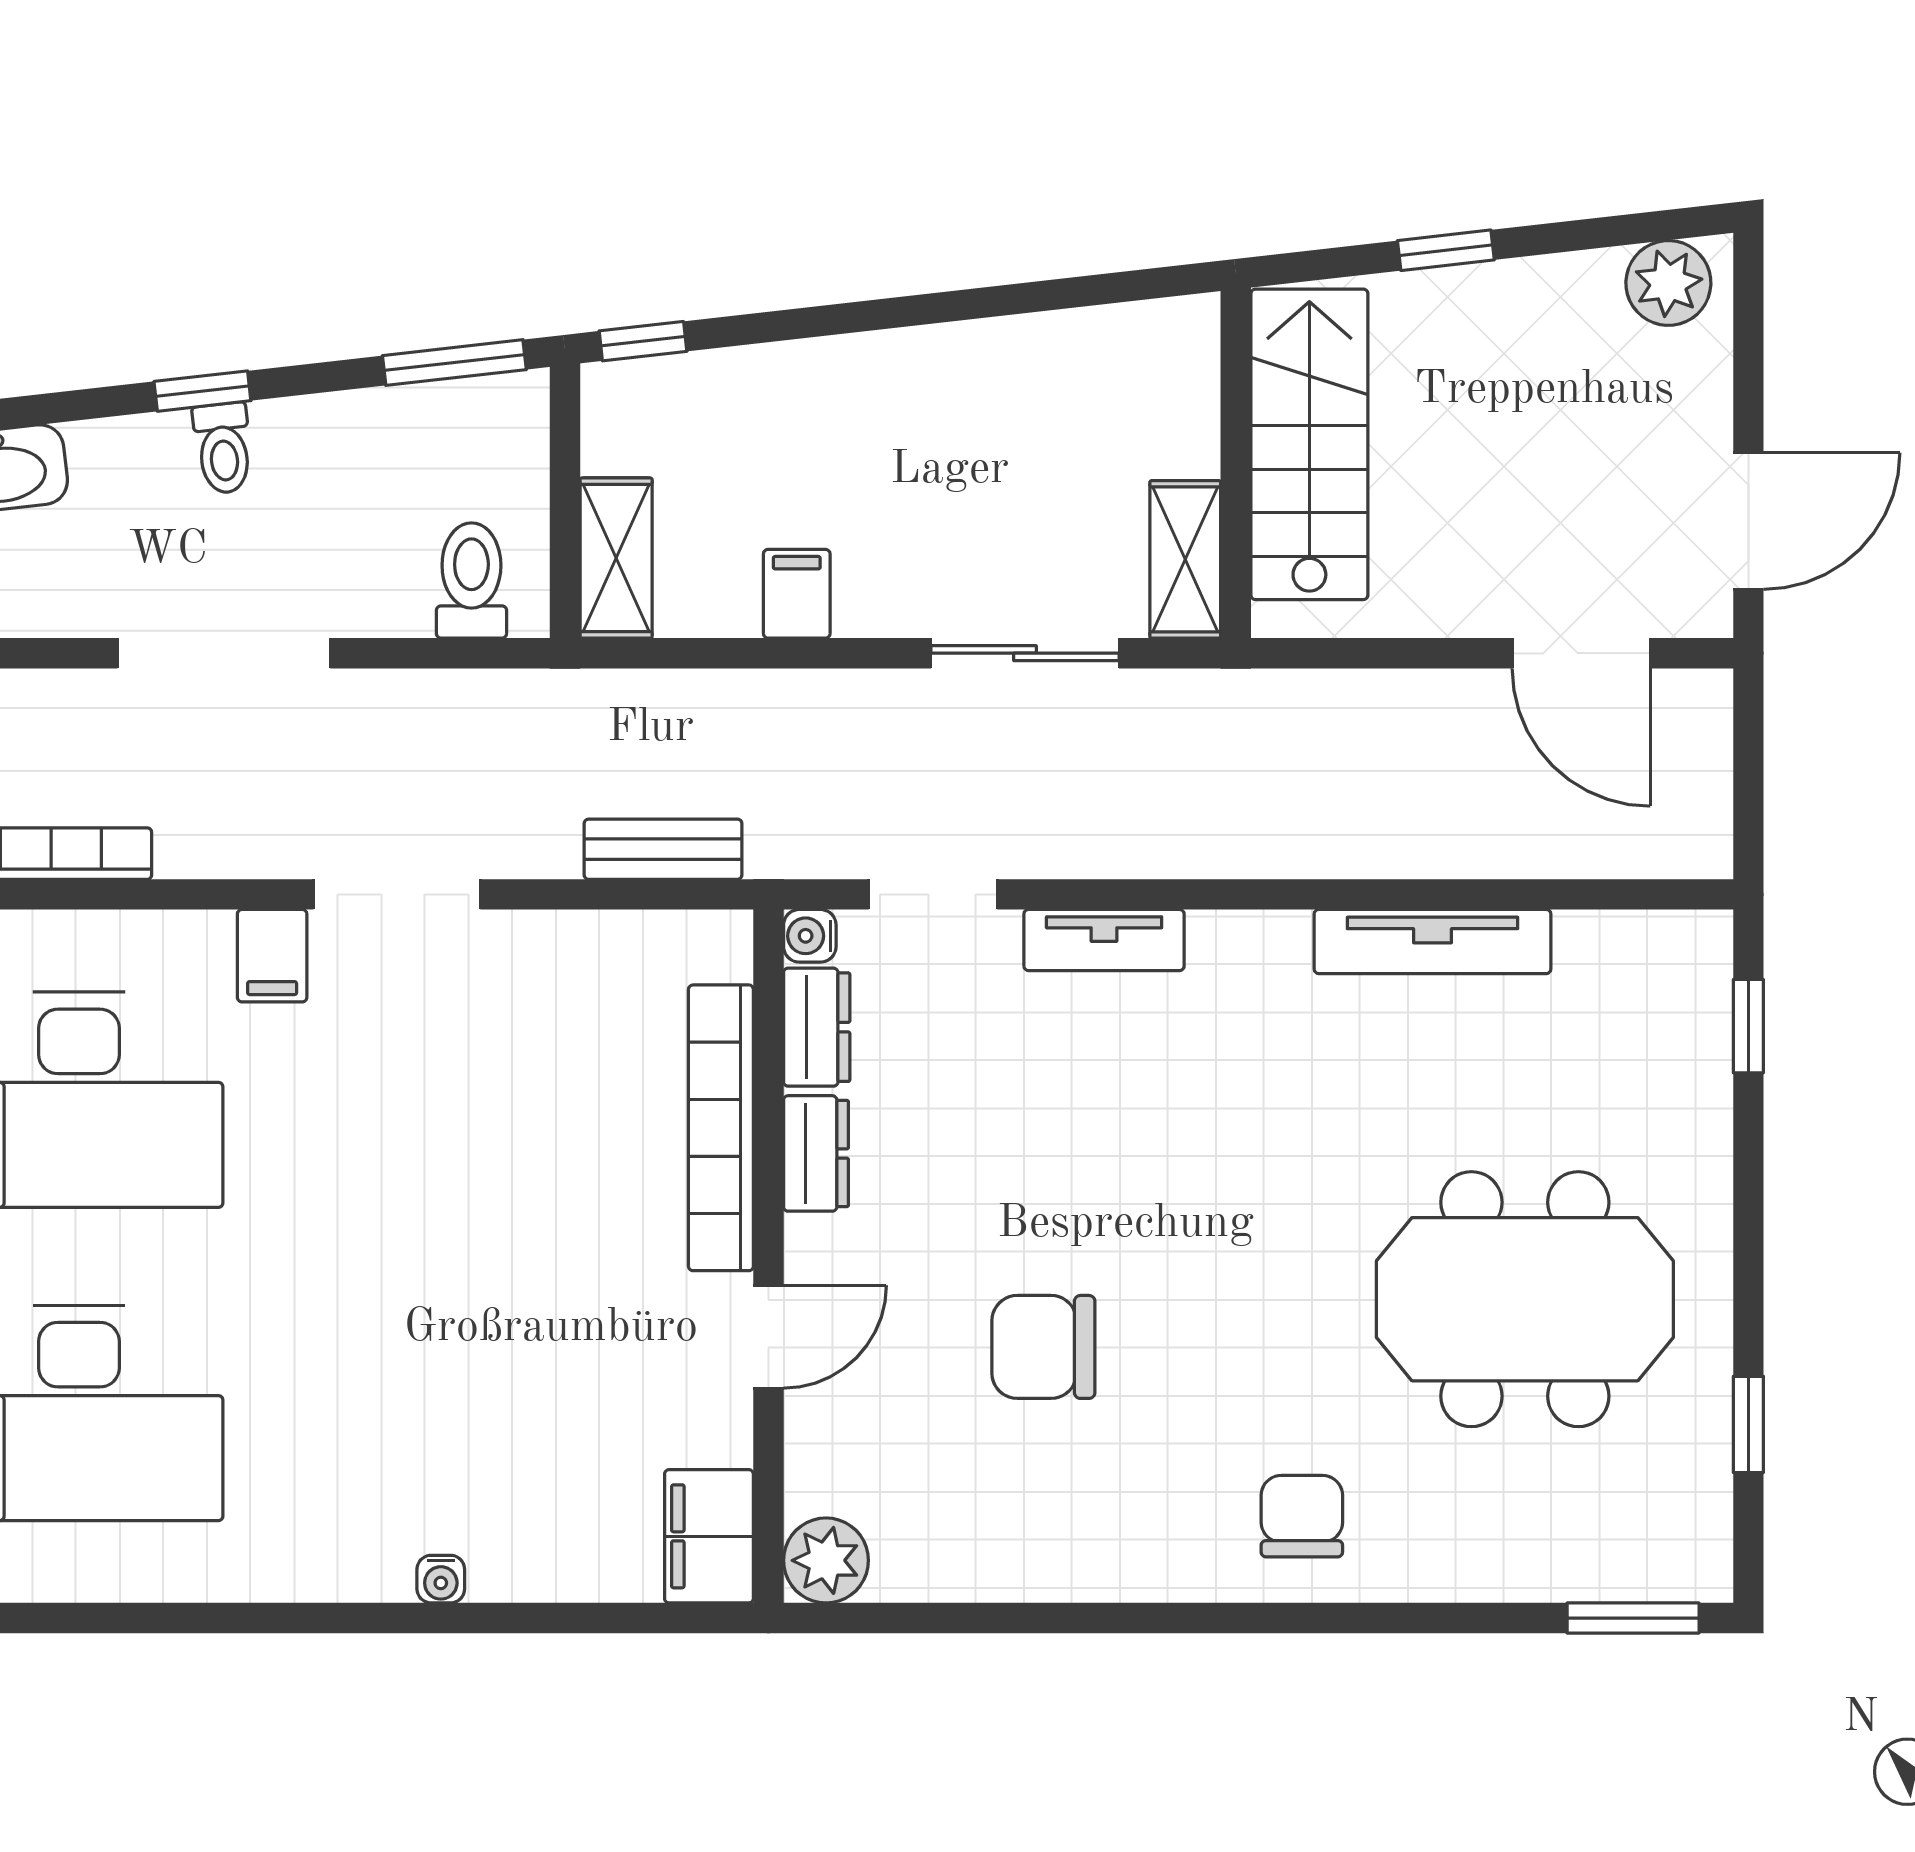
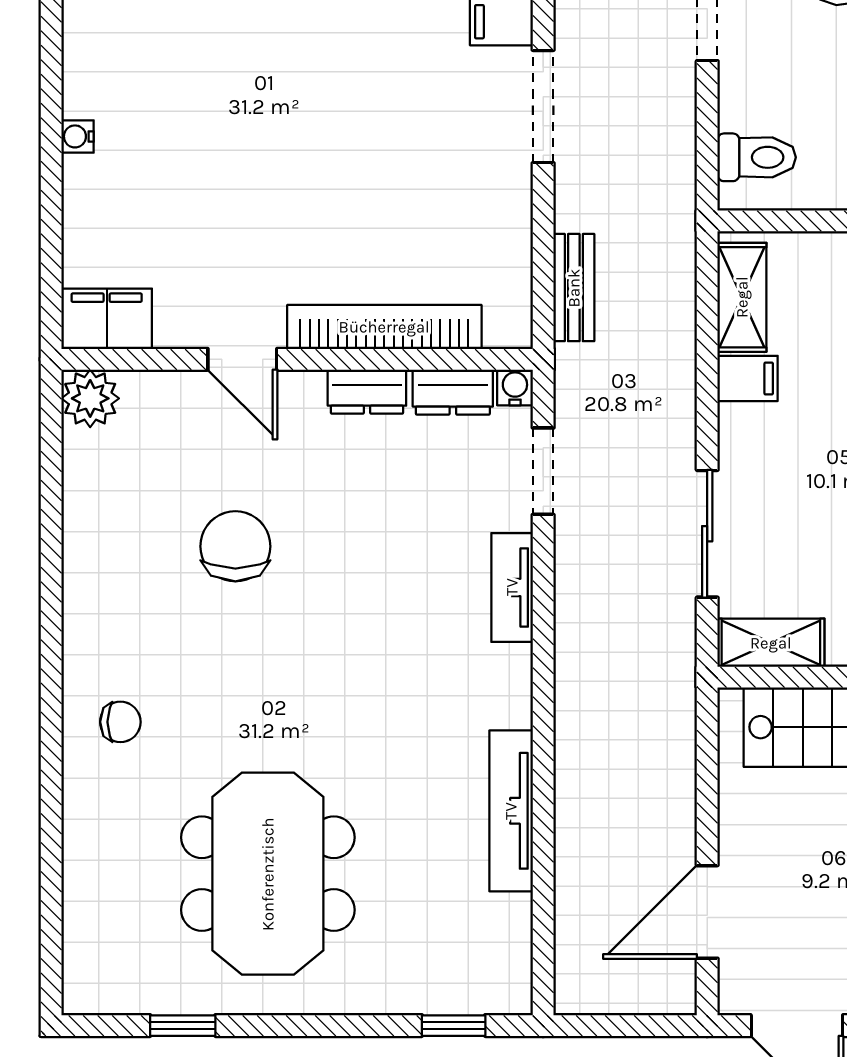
shelving: (616, 558) -> (742, 297), moved, turned 90
chair: (1302, 1516) -> (120, 722), width x0.73, depth x0.73
window: (1633, 1618) -> (51, 947), removed

